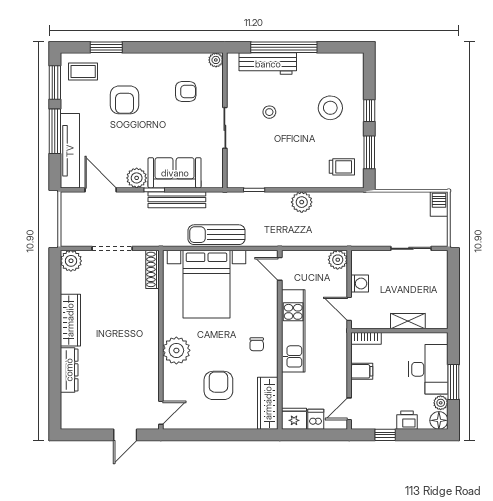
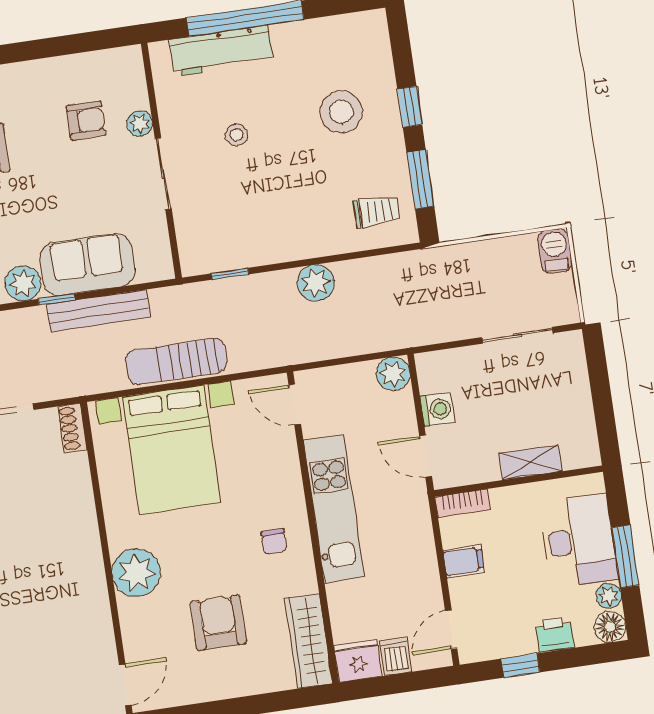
plant: (216, 60) -> (140, 124), moved
shoe rack: (152, 269) -> (72, 428), width x0.70

